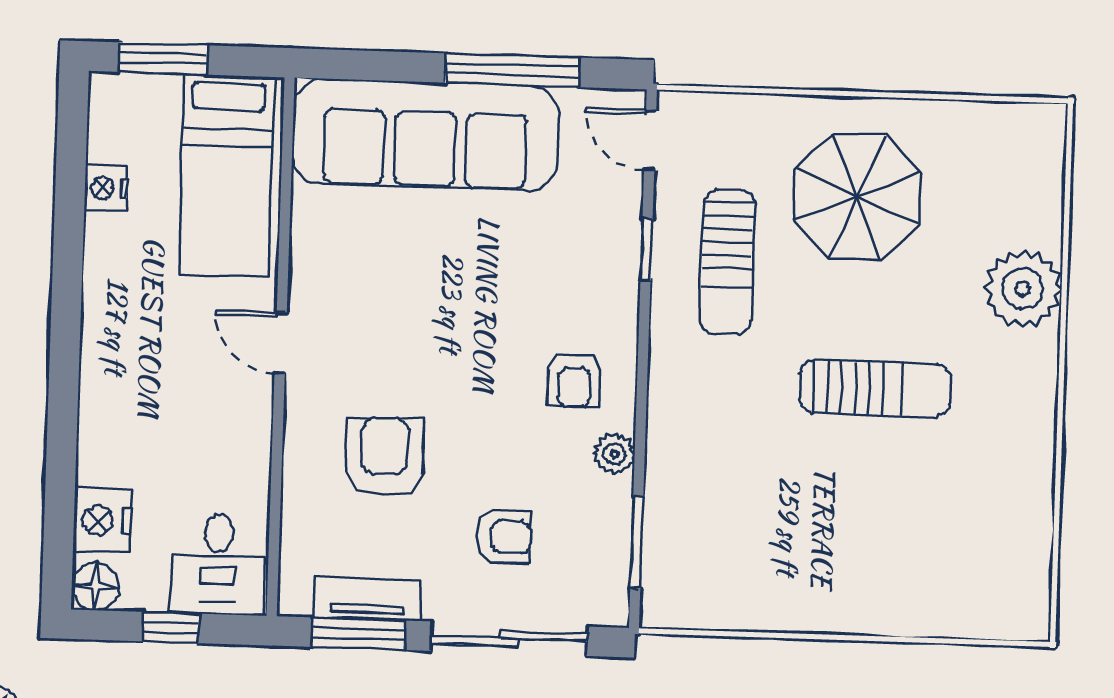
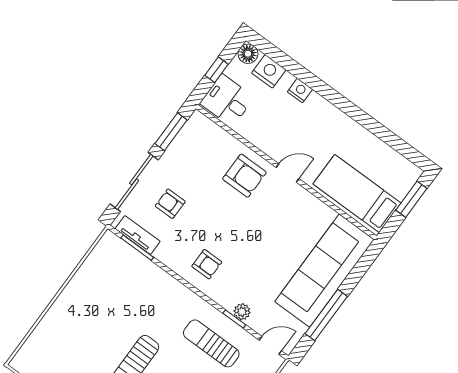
nightstand: (106, 188) -> (300, 90), moved
armchair: (574, 380) -> (207, 264), turned 180
plant: (614, 454) -> (242, 312), moved
armchair: (384, 457) -> (244, 176), moved
armchair: (503, 536) -> (170, 204), turned 90
tv unit: (367, 599) -> (138, 235), moved, turned -90

